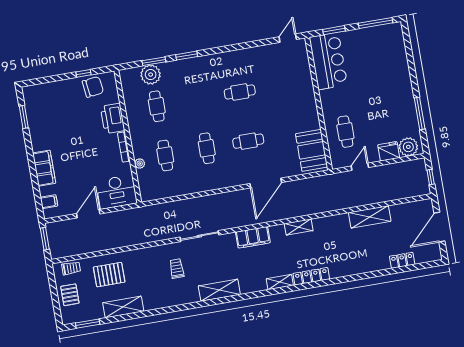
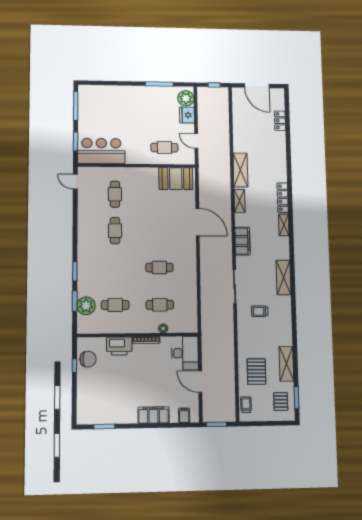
chair: (93, 87) -> (88, 359), turned 97
cafe table: (248, 141) -> (115, 194), moved
shelving: (370, 217) -> (240, 170), moved
pallet: (70, 295) -> (281, 401), moved, turned 90

